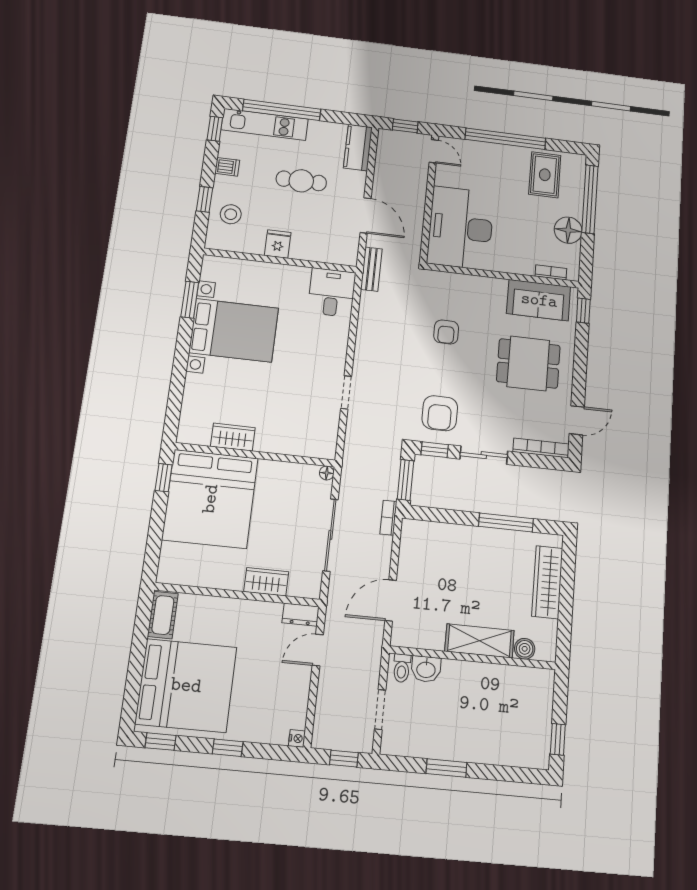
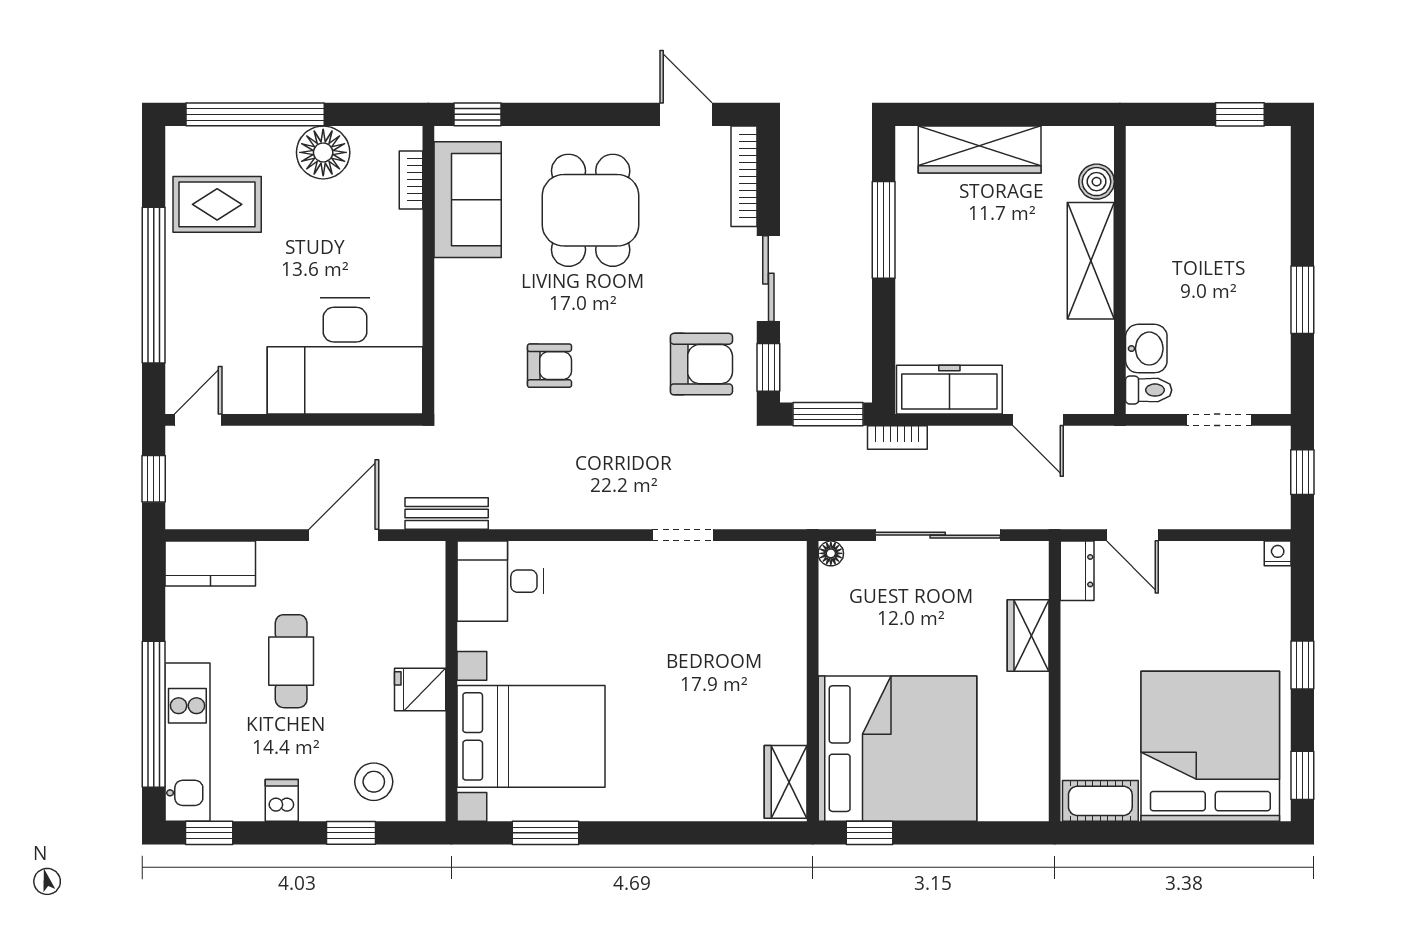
bed with nightstands: (234, 330) -> (531, 736), moved, turned 90
wardrobe: (233, 437) -> (786, 782), moved
freezer: (413, 550) -> (949, 390), added
door: (391, 600) -> (1038, 420), width x0.73

